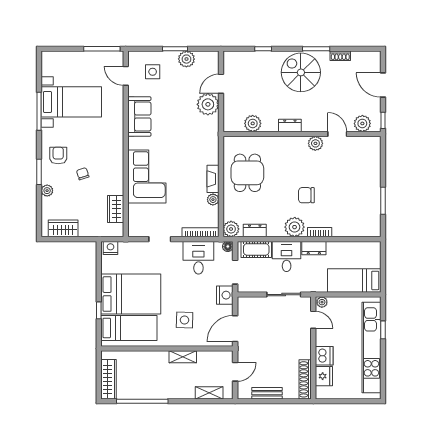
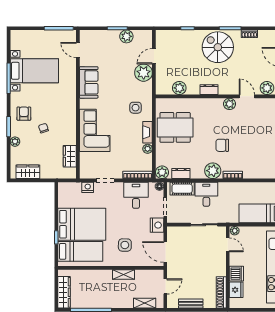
side table: (153, 72) -> (136, 108), moved
dining table: (247, 173) -> (175, 127), width x1.38
nightstand: (110, 248) -> (88, 187), moved
dresser: (314, 248) -> (228, 188), removed
door: (235, 329) -> (165, 252), hinge flipped

